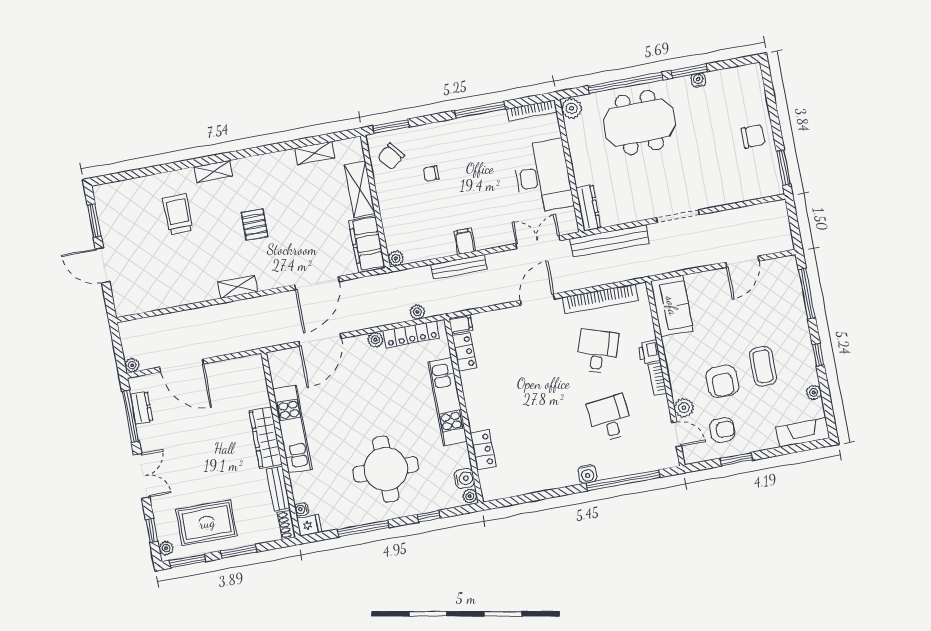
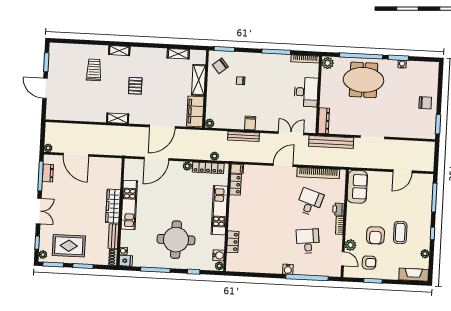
desk: (543, 176) -> (306, 92), width x0.73, depth x0.77

